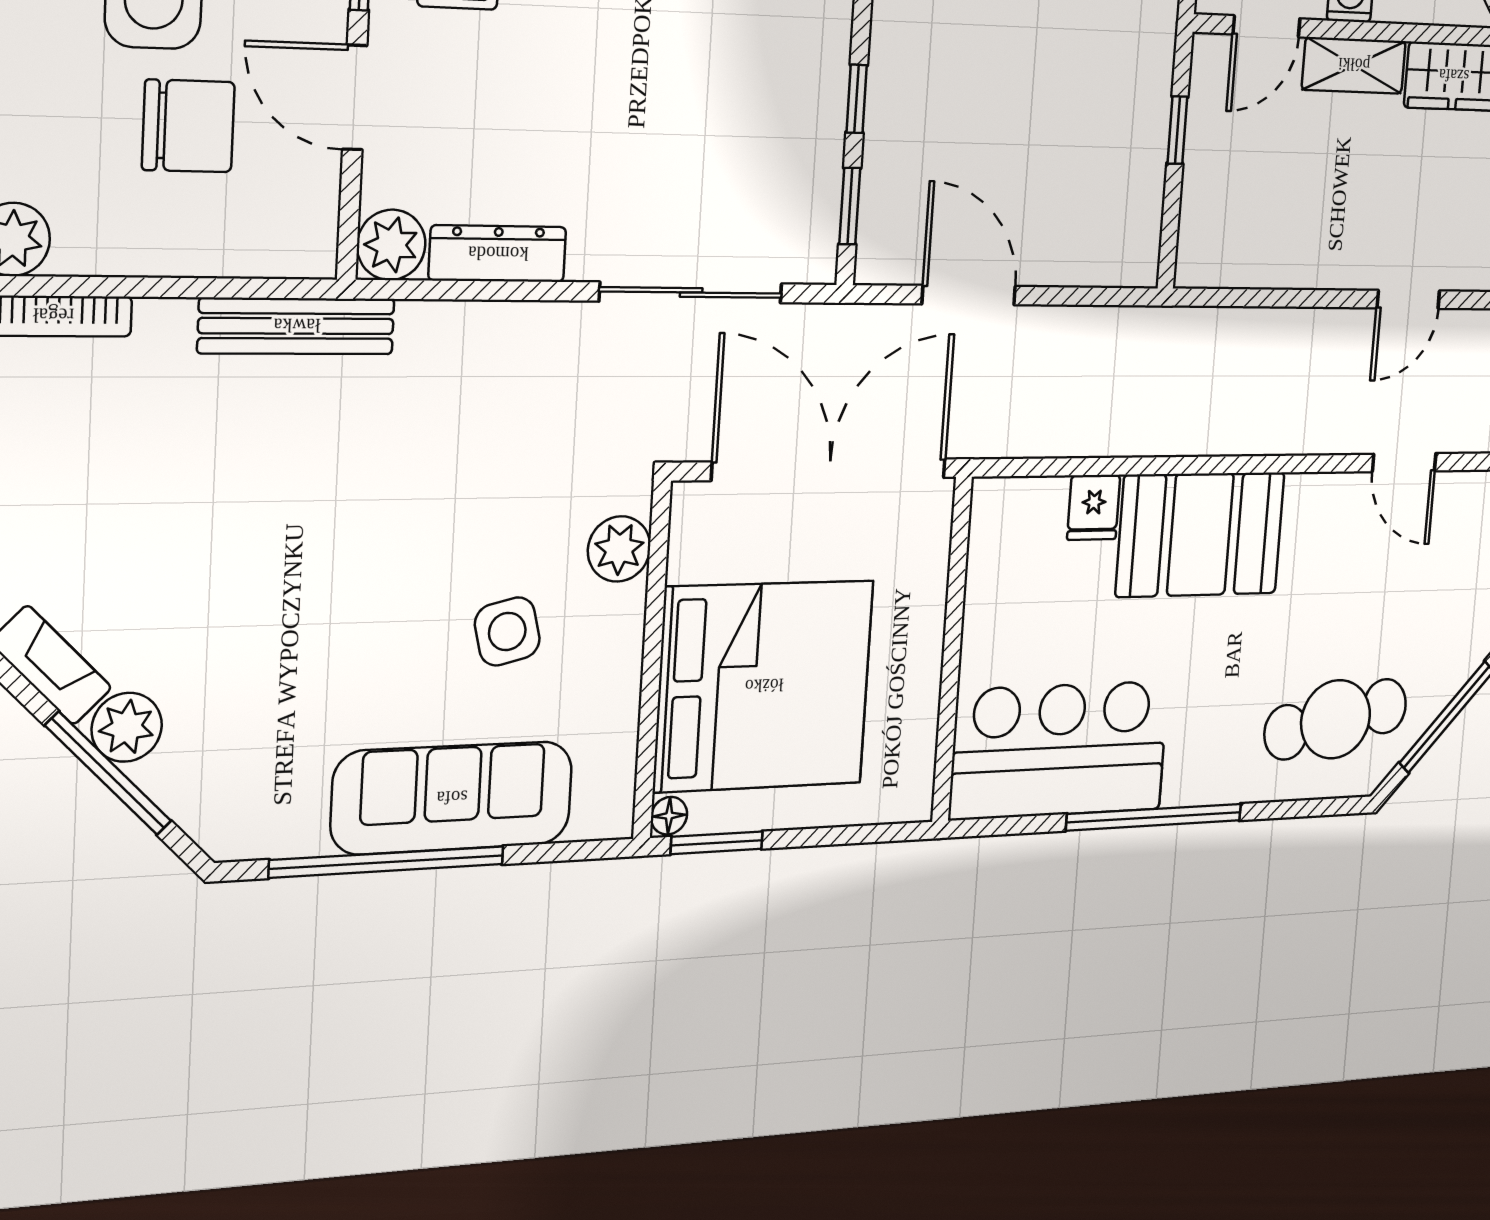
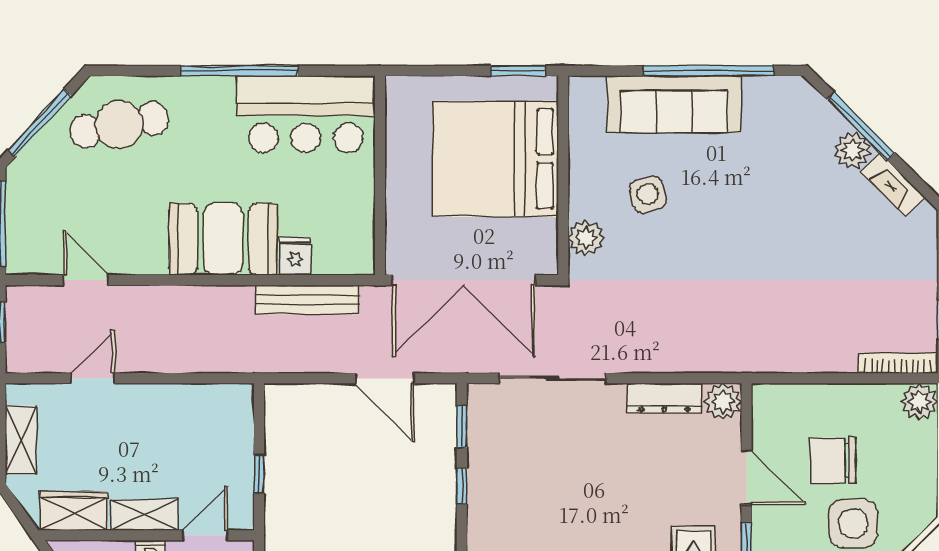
bench: (297, 326) -> (308, 300), moved
floor lamp: (669, 816) -> (548, 88), removed

